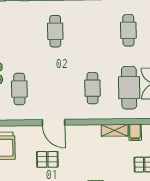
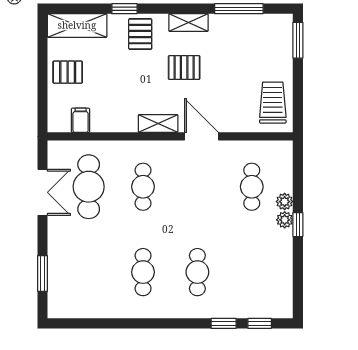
cafe table: (128, 30) -> (143, 272), moved
shelving: (115, 130) -> (158, 124), moved
pallet: (47, 159) -> (184, 68), moved

